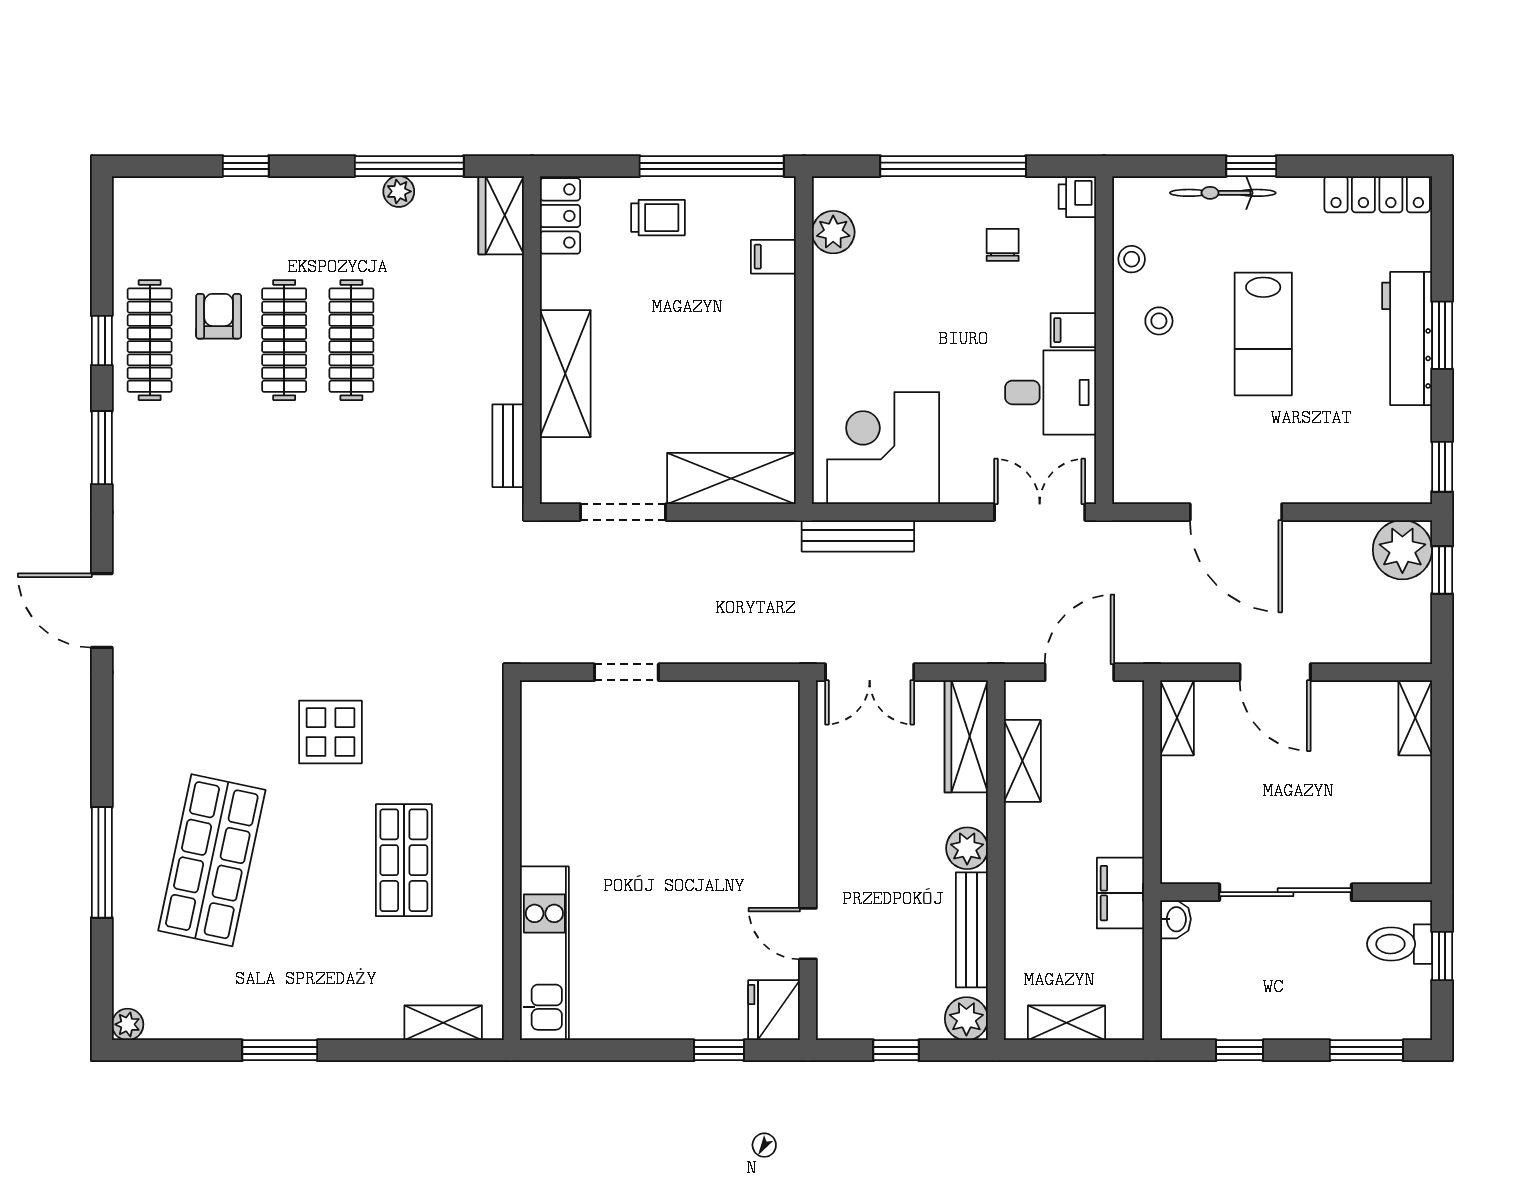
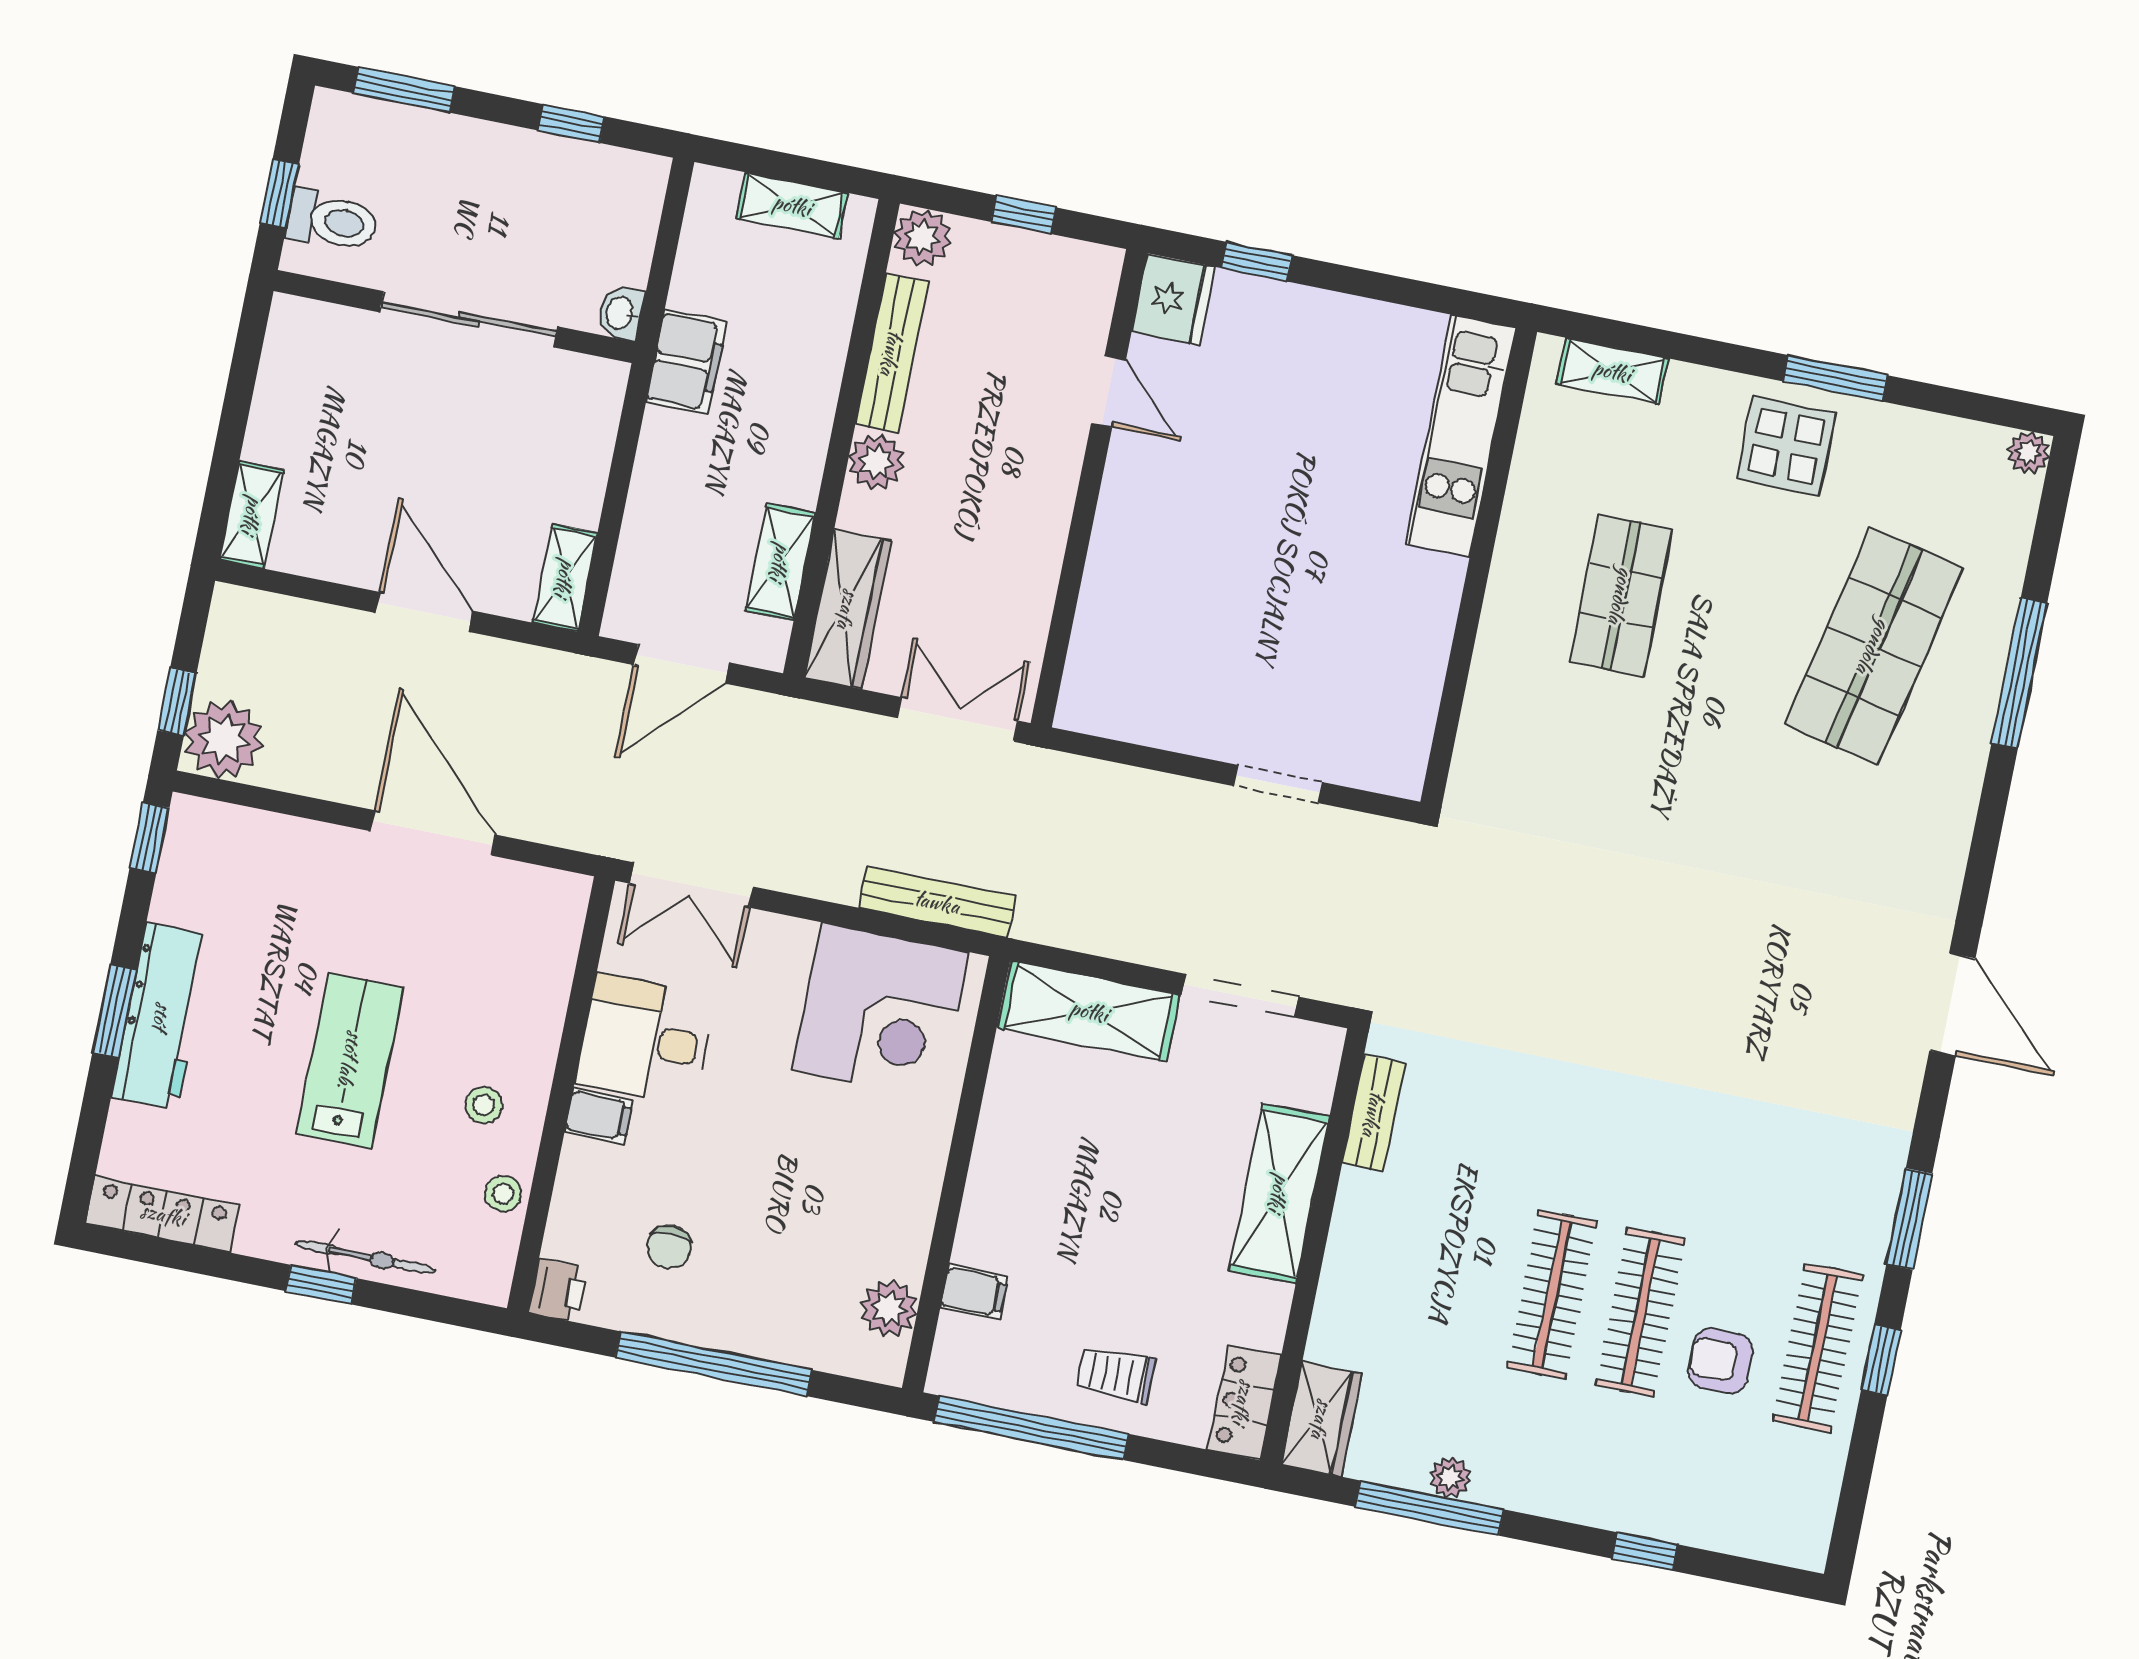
armchair: (219, 316) -> (1721, 1361), turned 90
display table: (330, 732) -> (1786, 446), moved

